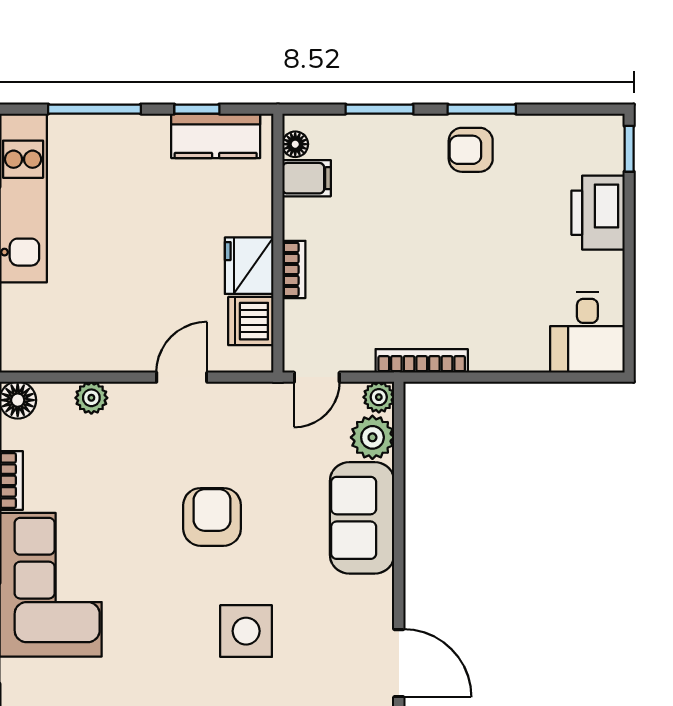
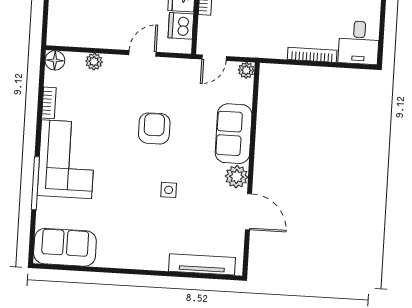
bookcase: (422, 361) -> (312, 55), moved
plant: (372, 437) -> (237, 177), moved
side table: (246, 631) -> (169, 190), width x0.54, depth x0.54

